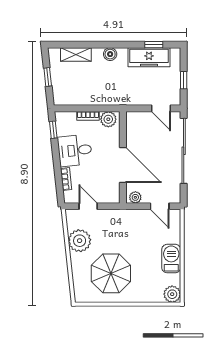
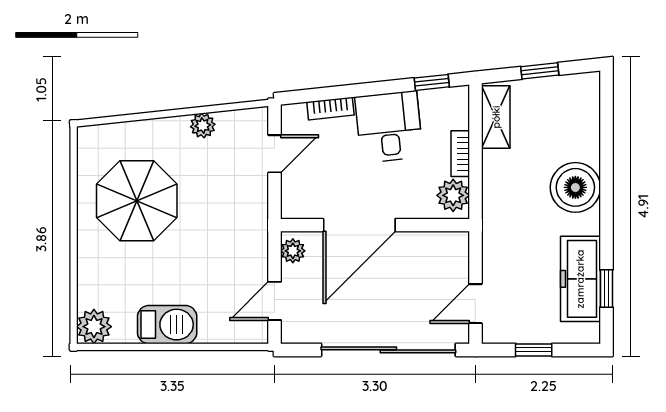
shelving: (76, 54) -> (496, 117), moved
boiler: (110, 54) -> (575, 187), width x1.86, depth x1.86
plant: (80, 241) -> (203, 125), width x0.53, depth x0.53

